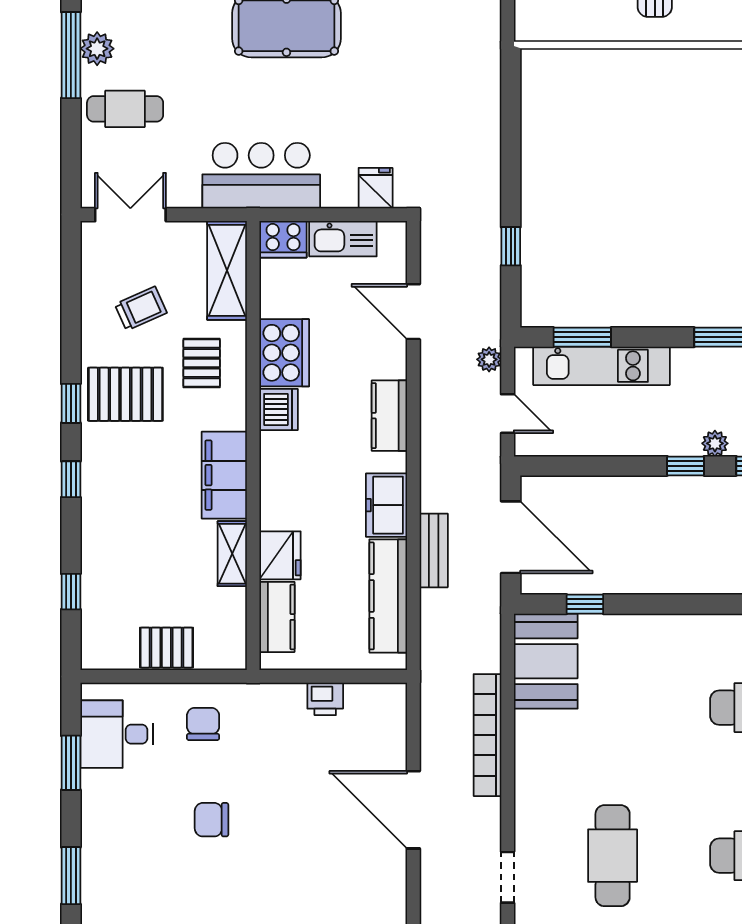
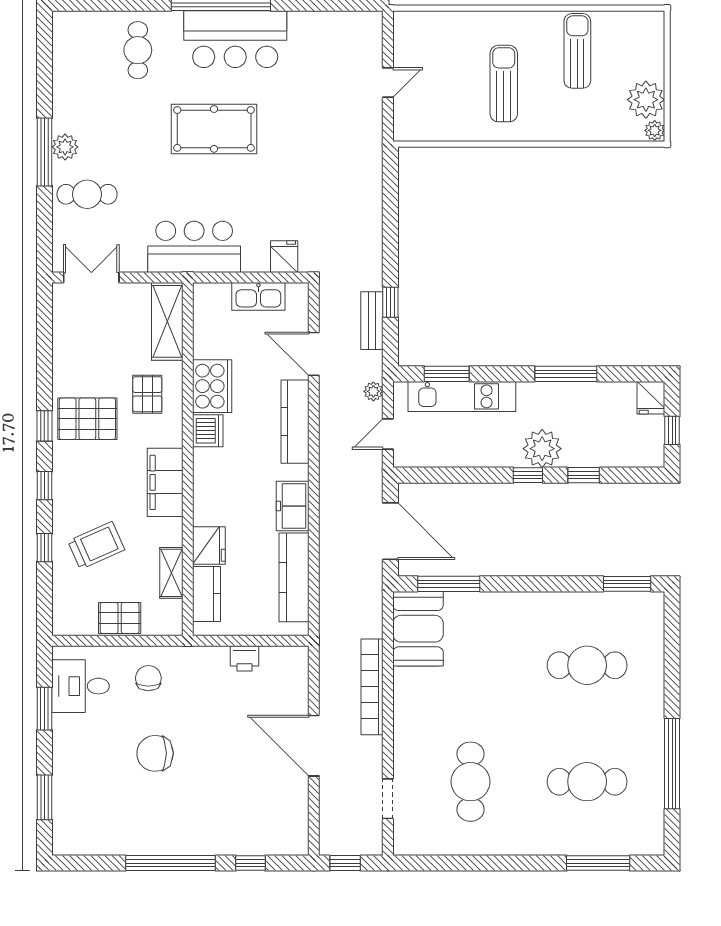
cooker: (283, 239) -> (211, 297), removed
trolley: (141, 309) -> (96, 545), moved, width x1.36, depth x1.39
door: (508, 414) -> (388, 434), swing flipped
kitchen counter: (389, 416) -> (295, 422), width x1.50
plant: (715, 443) -> (542, 449), width x1.88, depth x1.88
bench: (434, 550) -> (372, 321), moved
shelving: (232, 554) -> (171, 573), moved
window: (71, 592) -> (44, 548), moved
window: (585, 604) -> (449, 584), width x2.17
chair: (212, 820) -> (155, 753), width x1.37, depth x1.37

